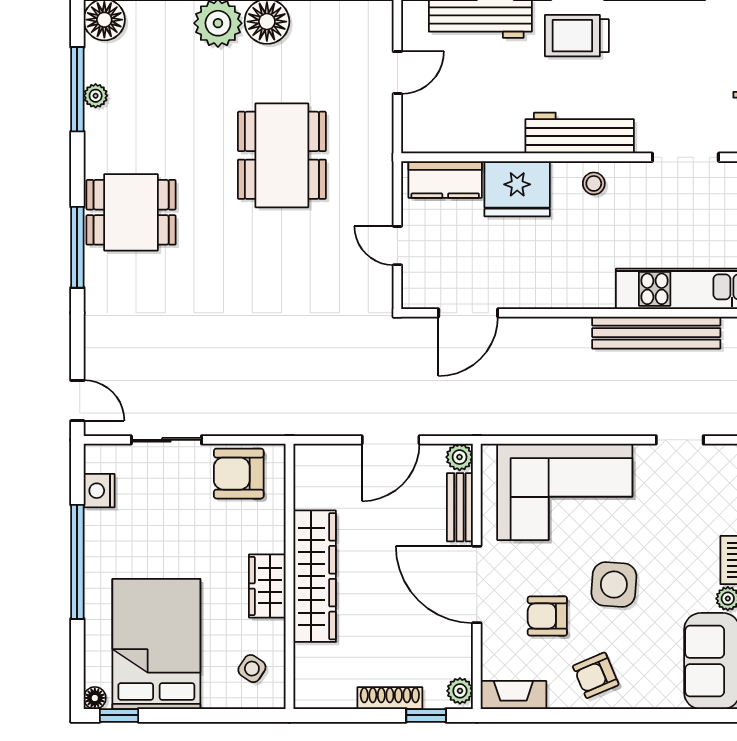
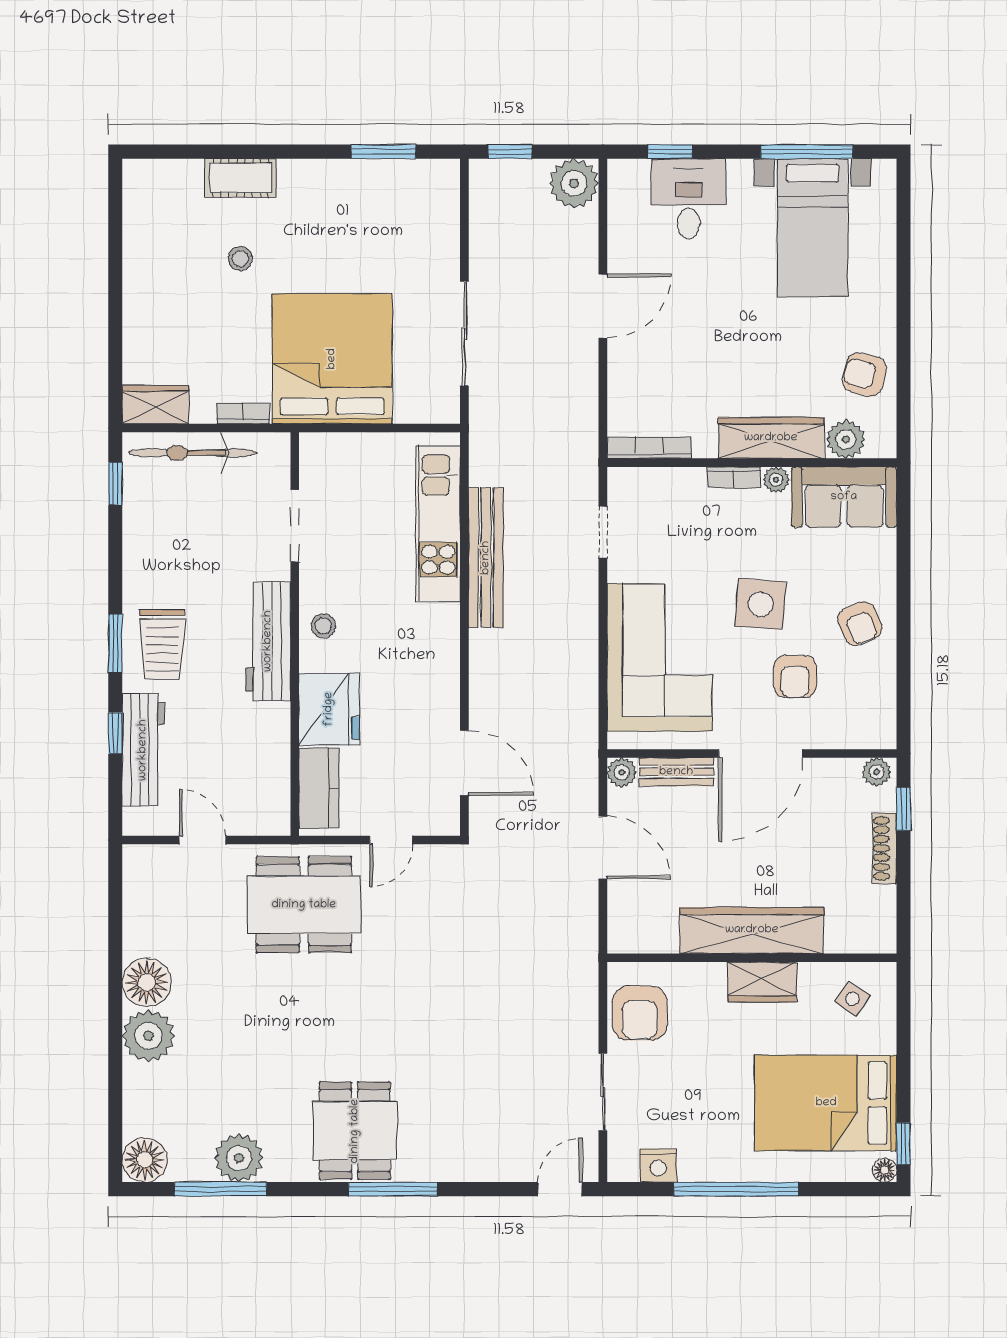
plant: (96, 96) -> (239, 1158), width x1.88, depth x1.88
dining table: (282, 155) -> (304, 905), moved
fireplace: (513, 695) -> (881, 714), removed

